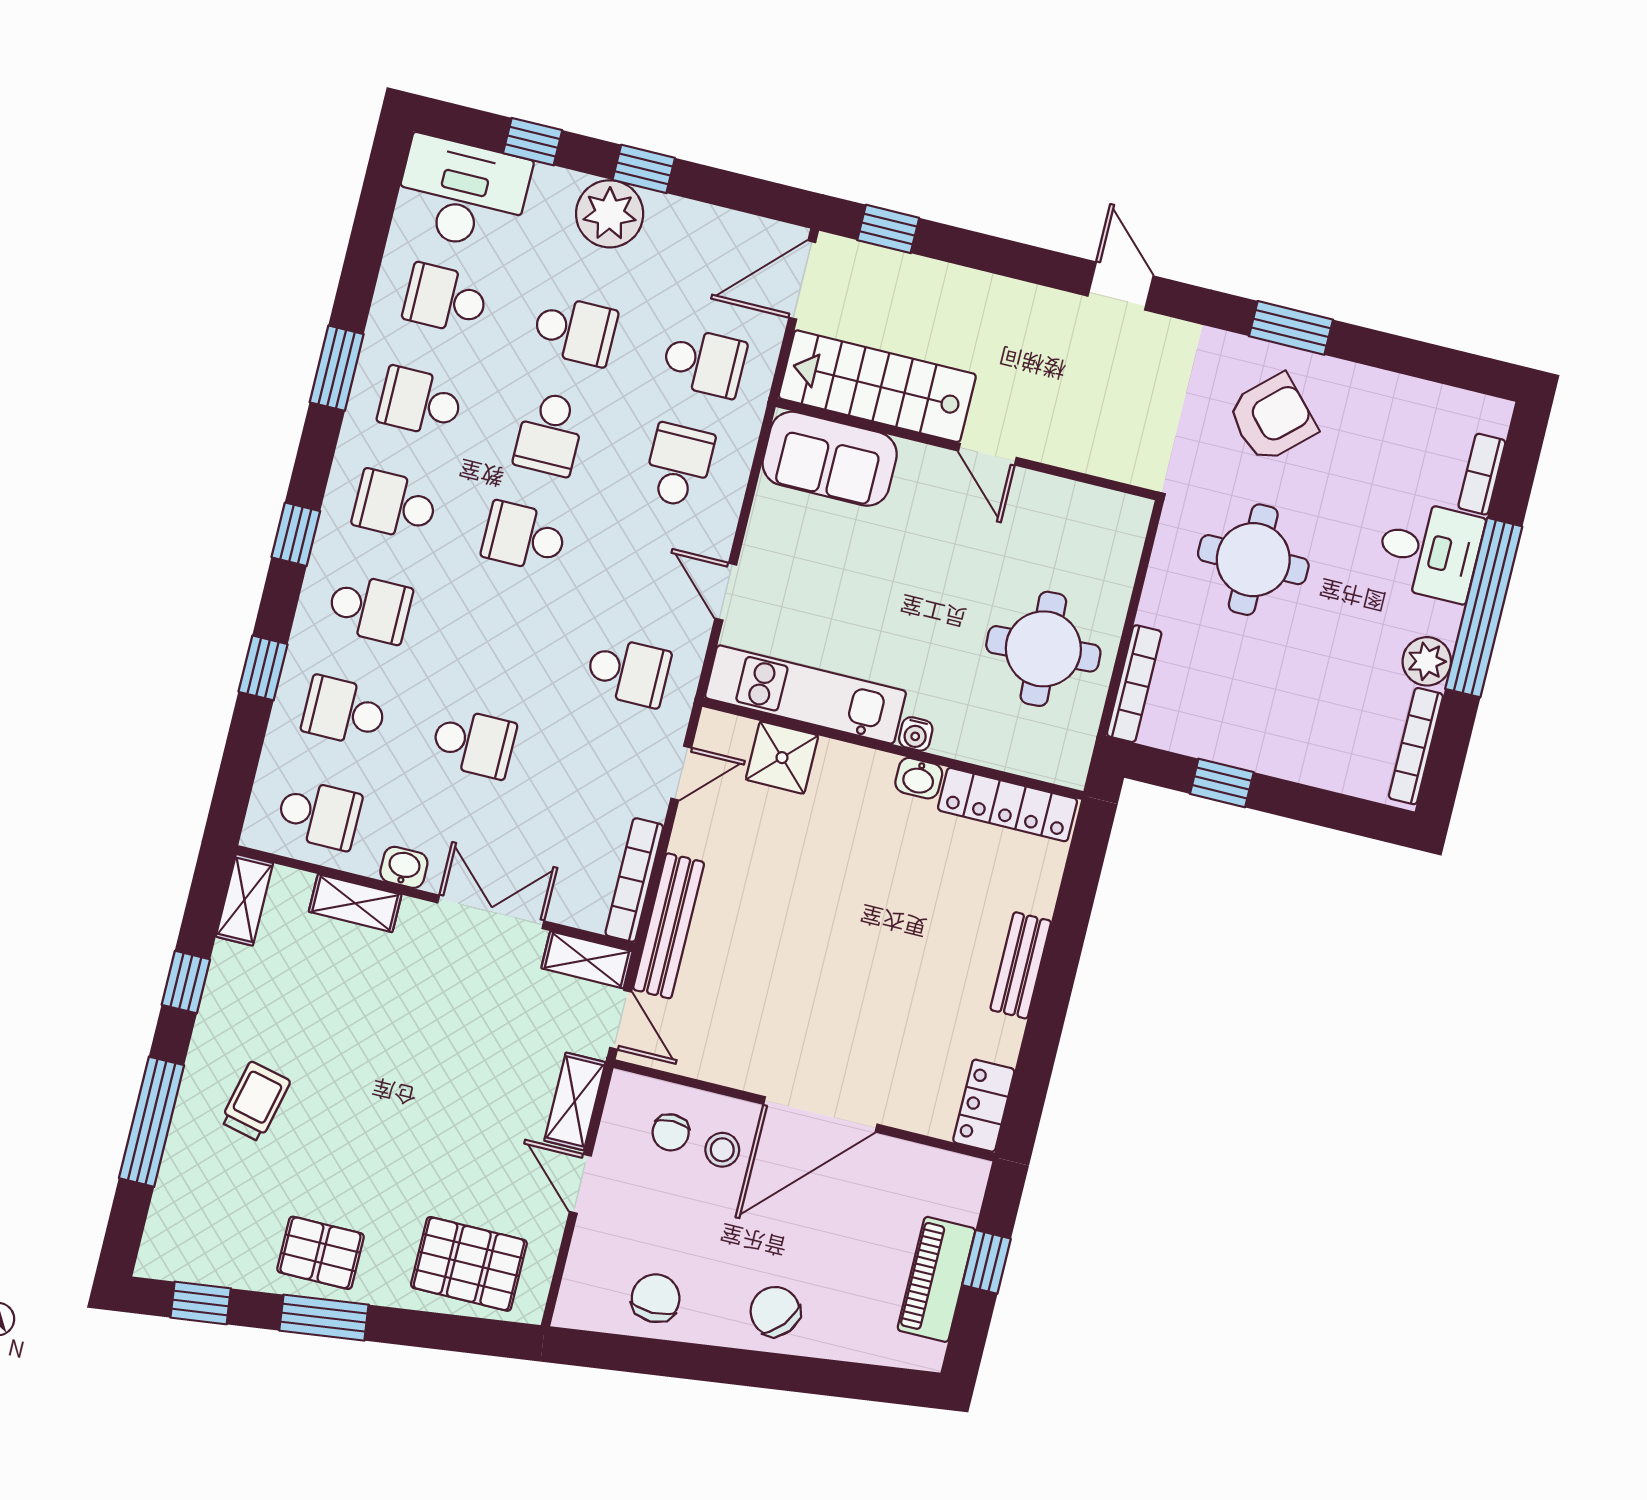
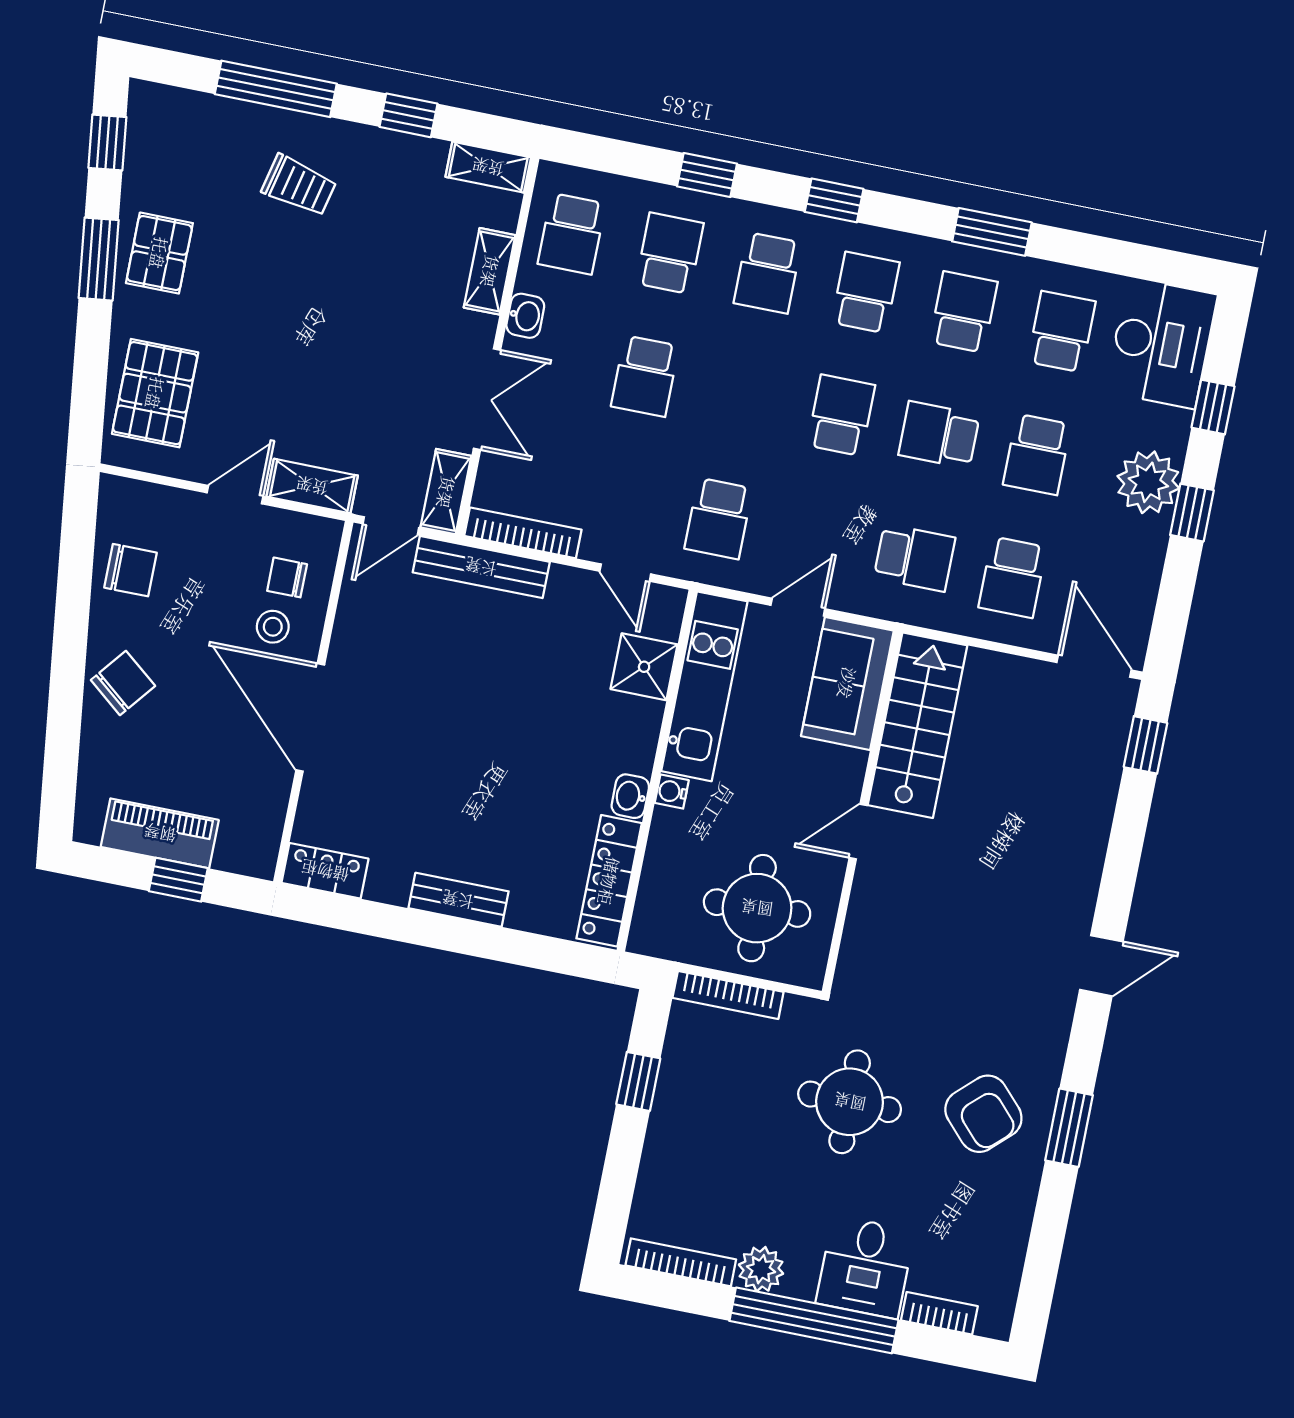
stairs: (877, 386) -> (918, 725), moved
wall: (966, 449) -> (862, 812), moved
door: (987, 454) -> (858, 832), moved
sofa: (830, 459) -> (847, 683), moved

